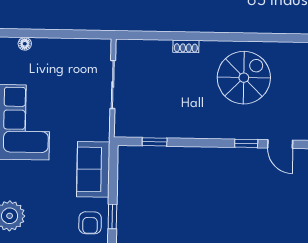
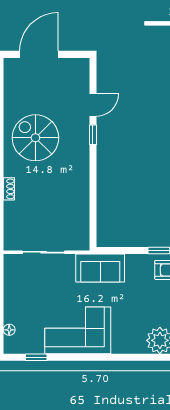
window: (155, 142) -> (93, 215), removed
sofa: (93, 169) -> (100, 268), moved

